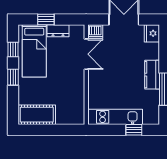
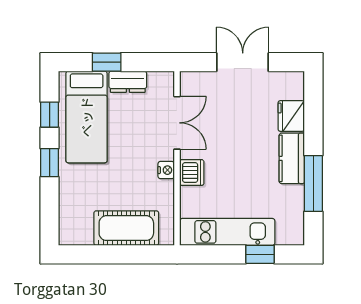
dishwasher: (95, 32) -> (192, 173), moved, turned -90
fridge: (152, 33) -> (291, 116), moved
nightstand: (80, 81) -> (166, 170), added
cot: (37, 115) -> (126, 228), moved

